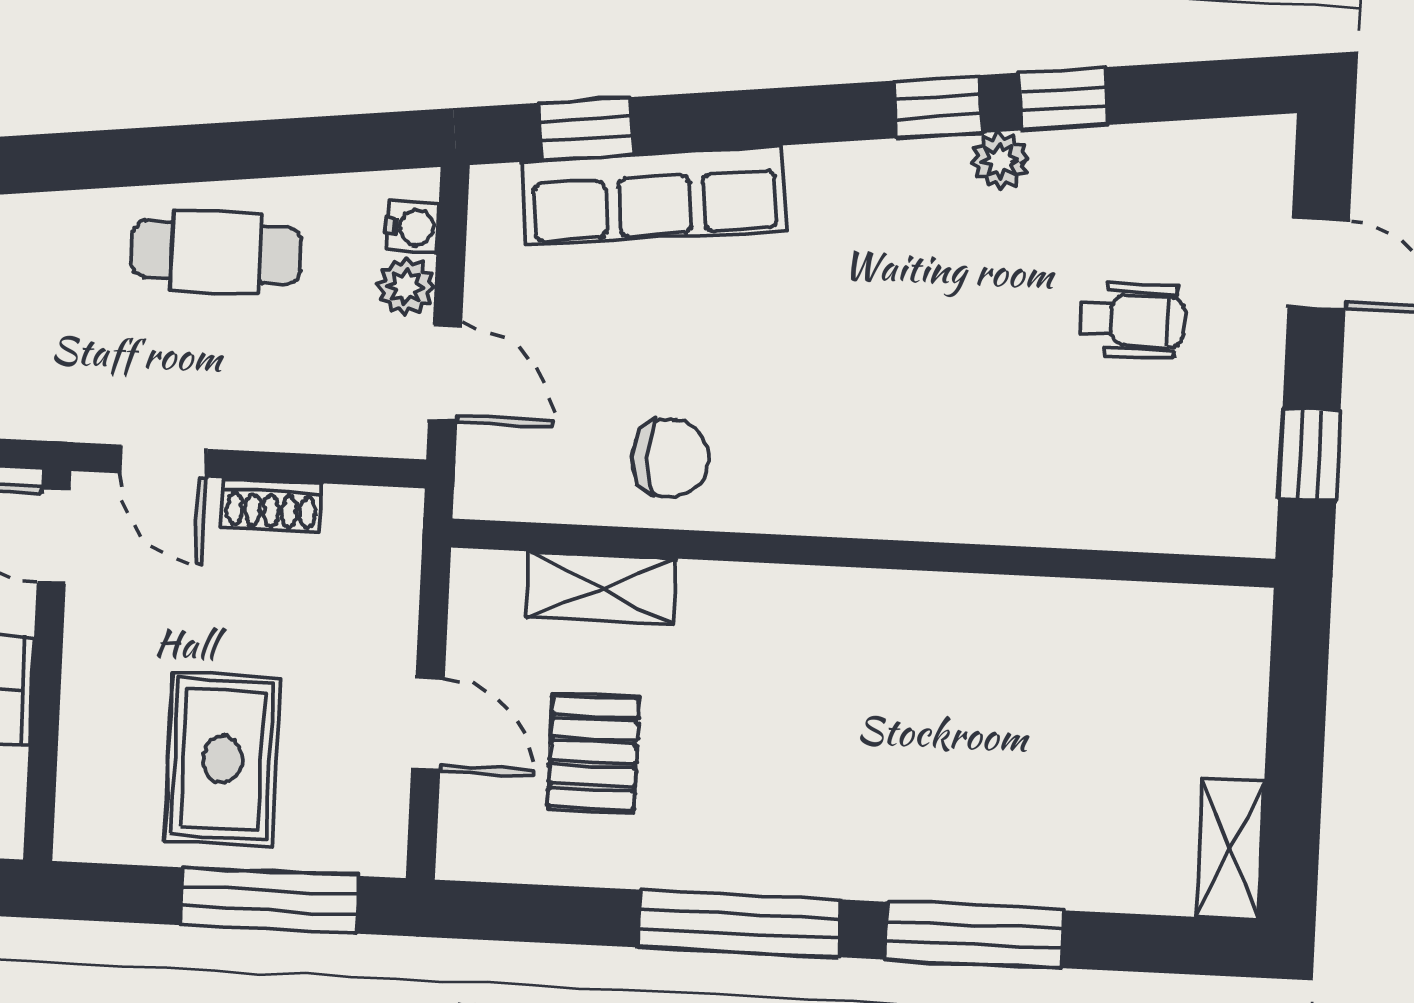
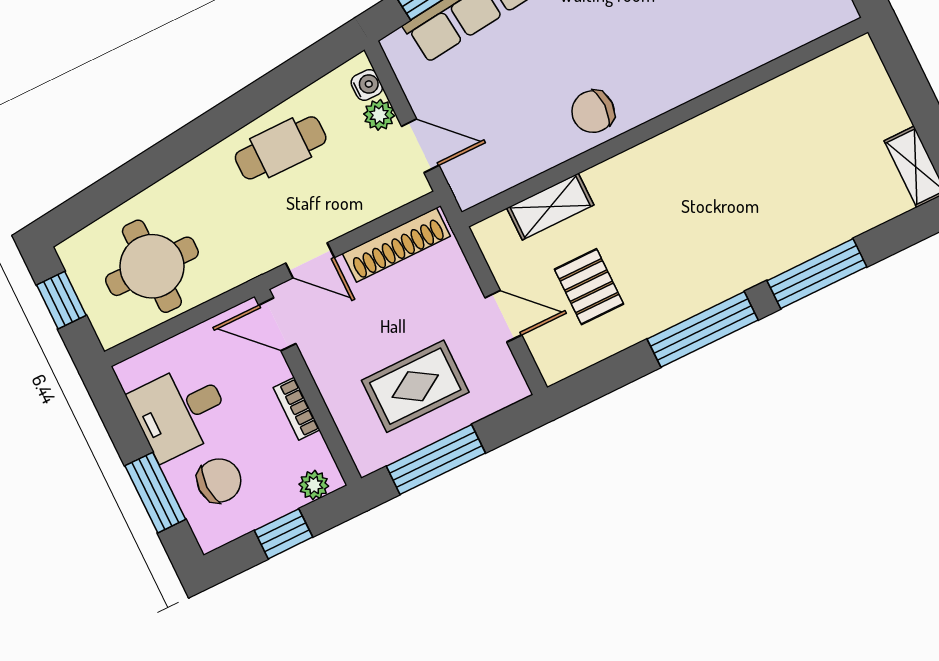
chair: (670, 458) -> (593, 112), moved, turned 180
shoe rack: (271, 505) -> (396, 245), width x1.94, depth x1.24
rug: (222, 759) -> (415, 386), turned 90
window: (269, 900) -> (436, 460), moved

